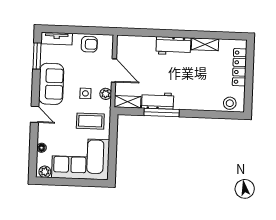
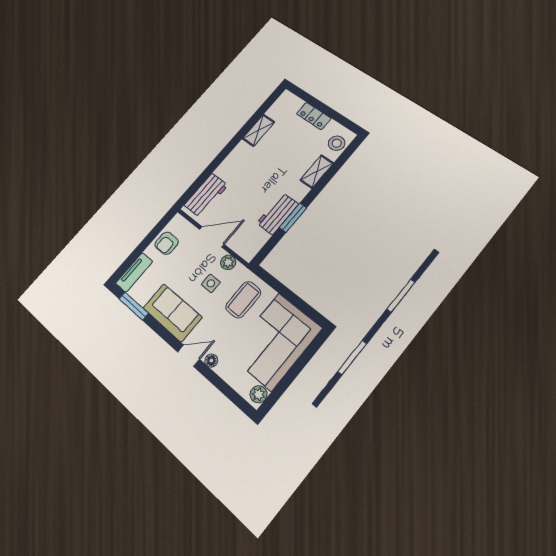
armchair: (89, 44) -> (167, 243), turned 180
workbench: (173, 46) -> (206, 195), moved
locker: (239, 67) -> (314, 116), width x0.66
shelving: (128, 102) -> (317, 172), moved
window: (162, 112) -> (293, 218), width x0.69
floor lamp: (42, 148) -> (211, 361), moved

